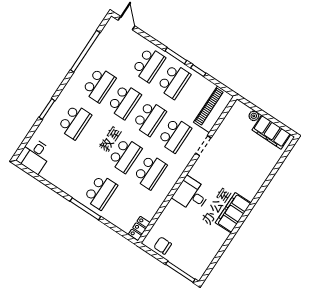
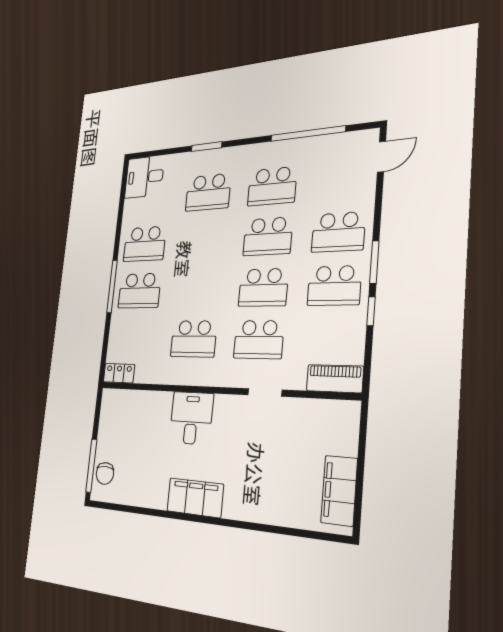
piano: (214, 109) -> (335, 379), width x0.73, depth x0.75
plant: (254, 116) -> (349, 446), removed
school desk: (125, 155) -> (145, 244), moved
chair: (163, 246) -> (105, 473), moved, turned 180

